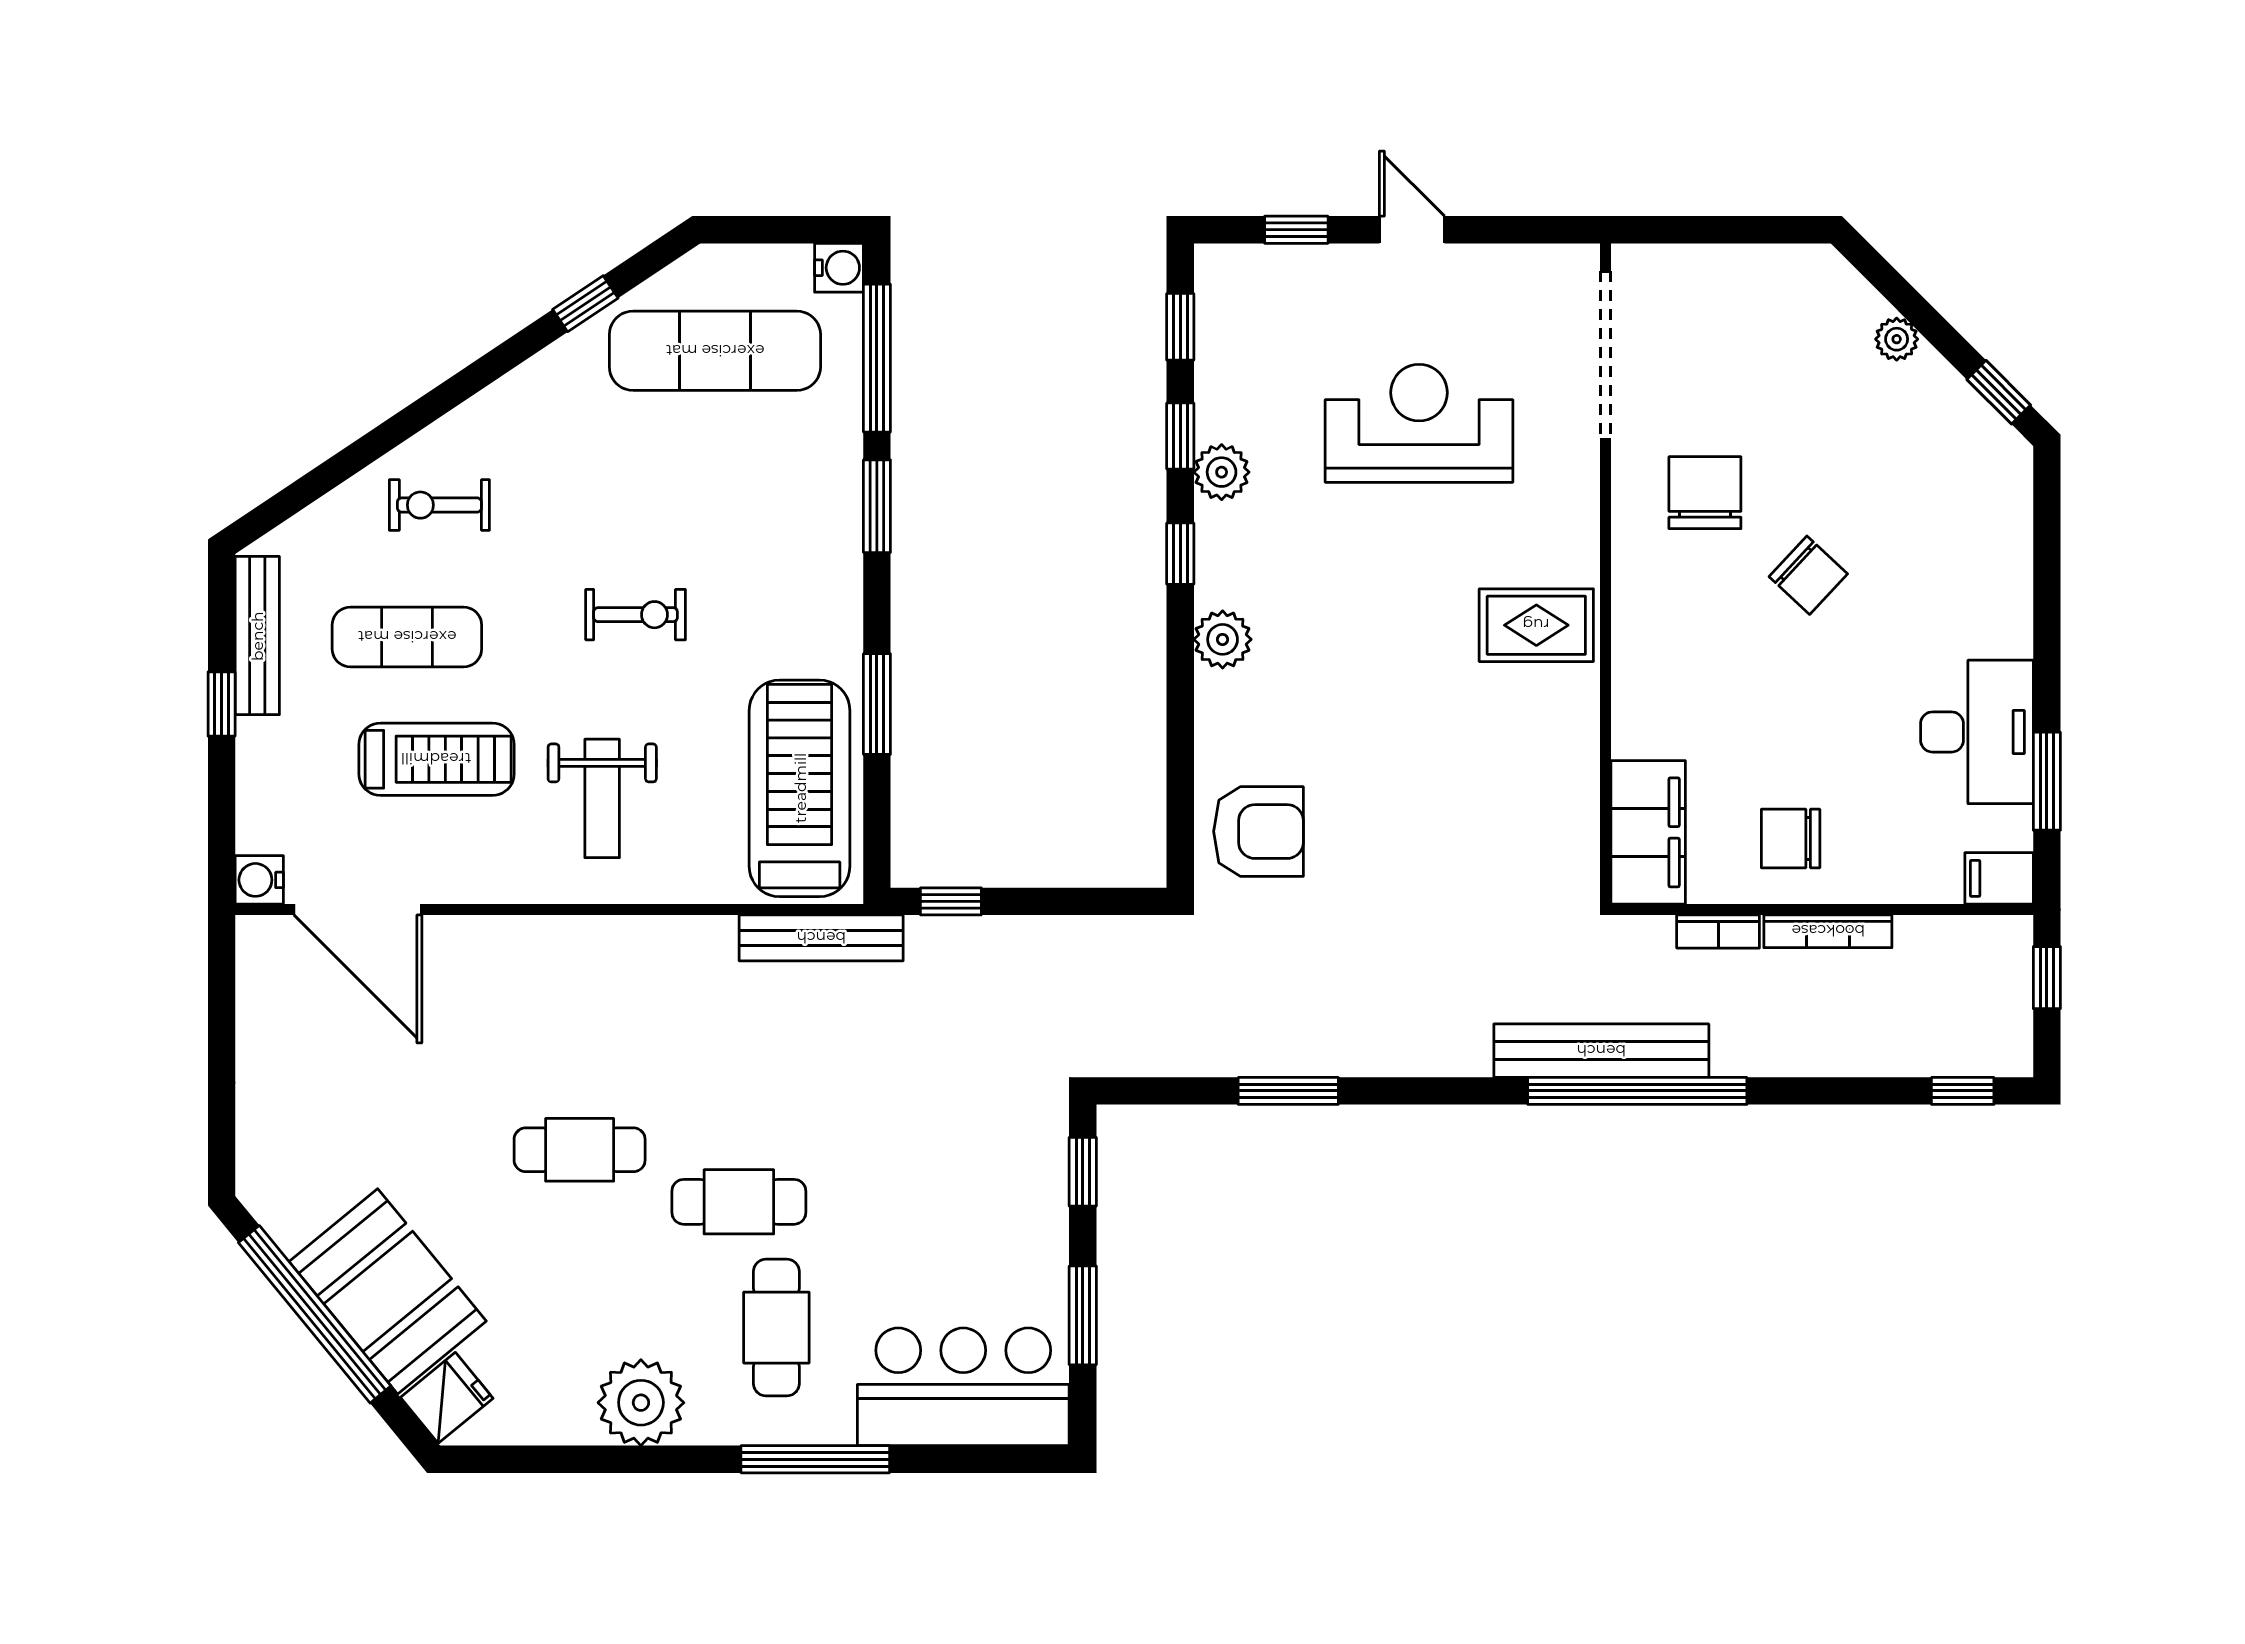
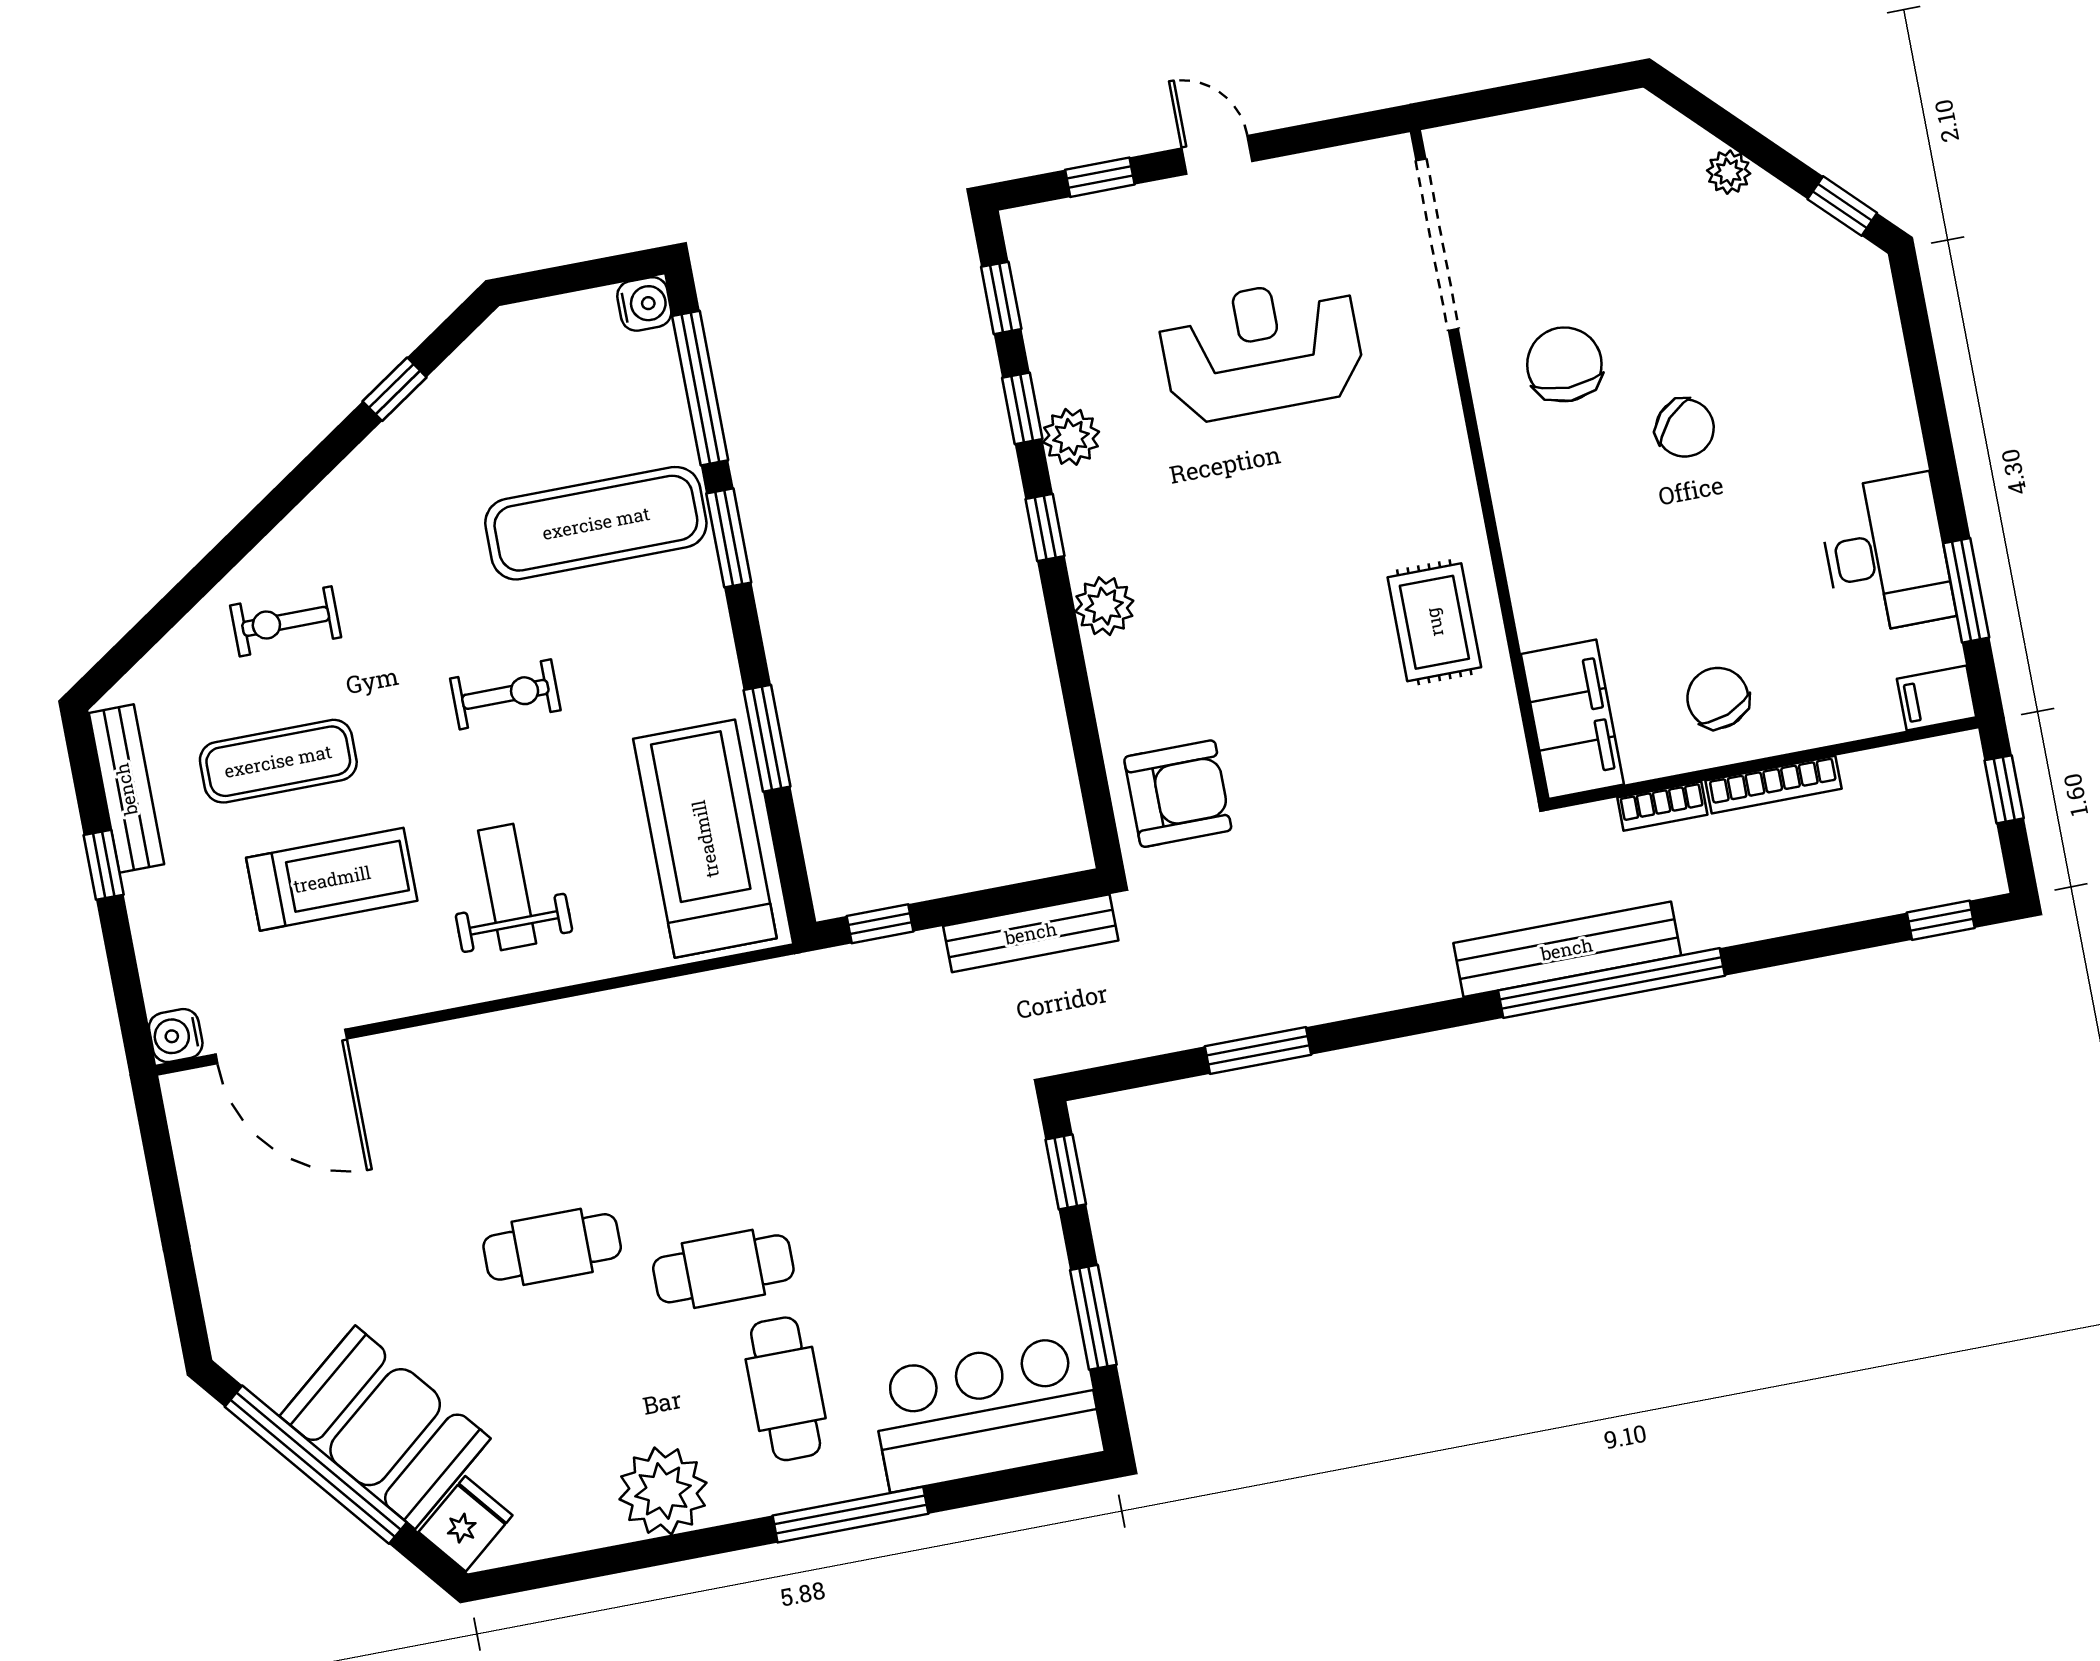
exercise mat: (715, 351) -> (596, 523), moved
rug: (1536, 625) -> (1434, 622), moved, turned 90
weight bench: (602, 798) -> (507, 887), turned 180
chair: (1791, 838) -> (1718, 698), turned 69
bench: (821, 938) -> (1031, 933), moved

